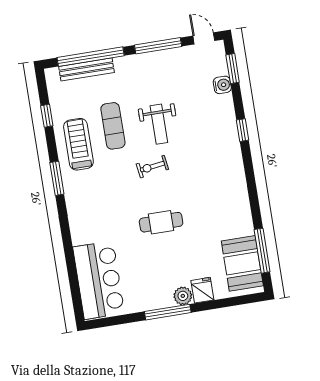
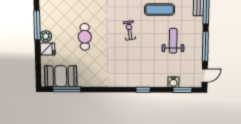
weight bench: (159, 124) -> (173, 41), moved, turned 90
cafe table: (161, 222) -> (85, 37), moved

